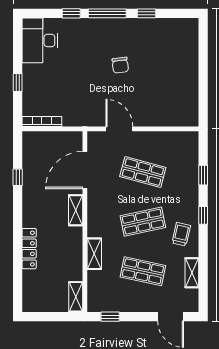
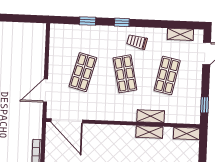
door: (85, 170) -> (67, 121), moved
shelving: (76, 210) -> (149, 132), moved
shelving: (192, 273) -> (180, 34), moved

